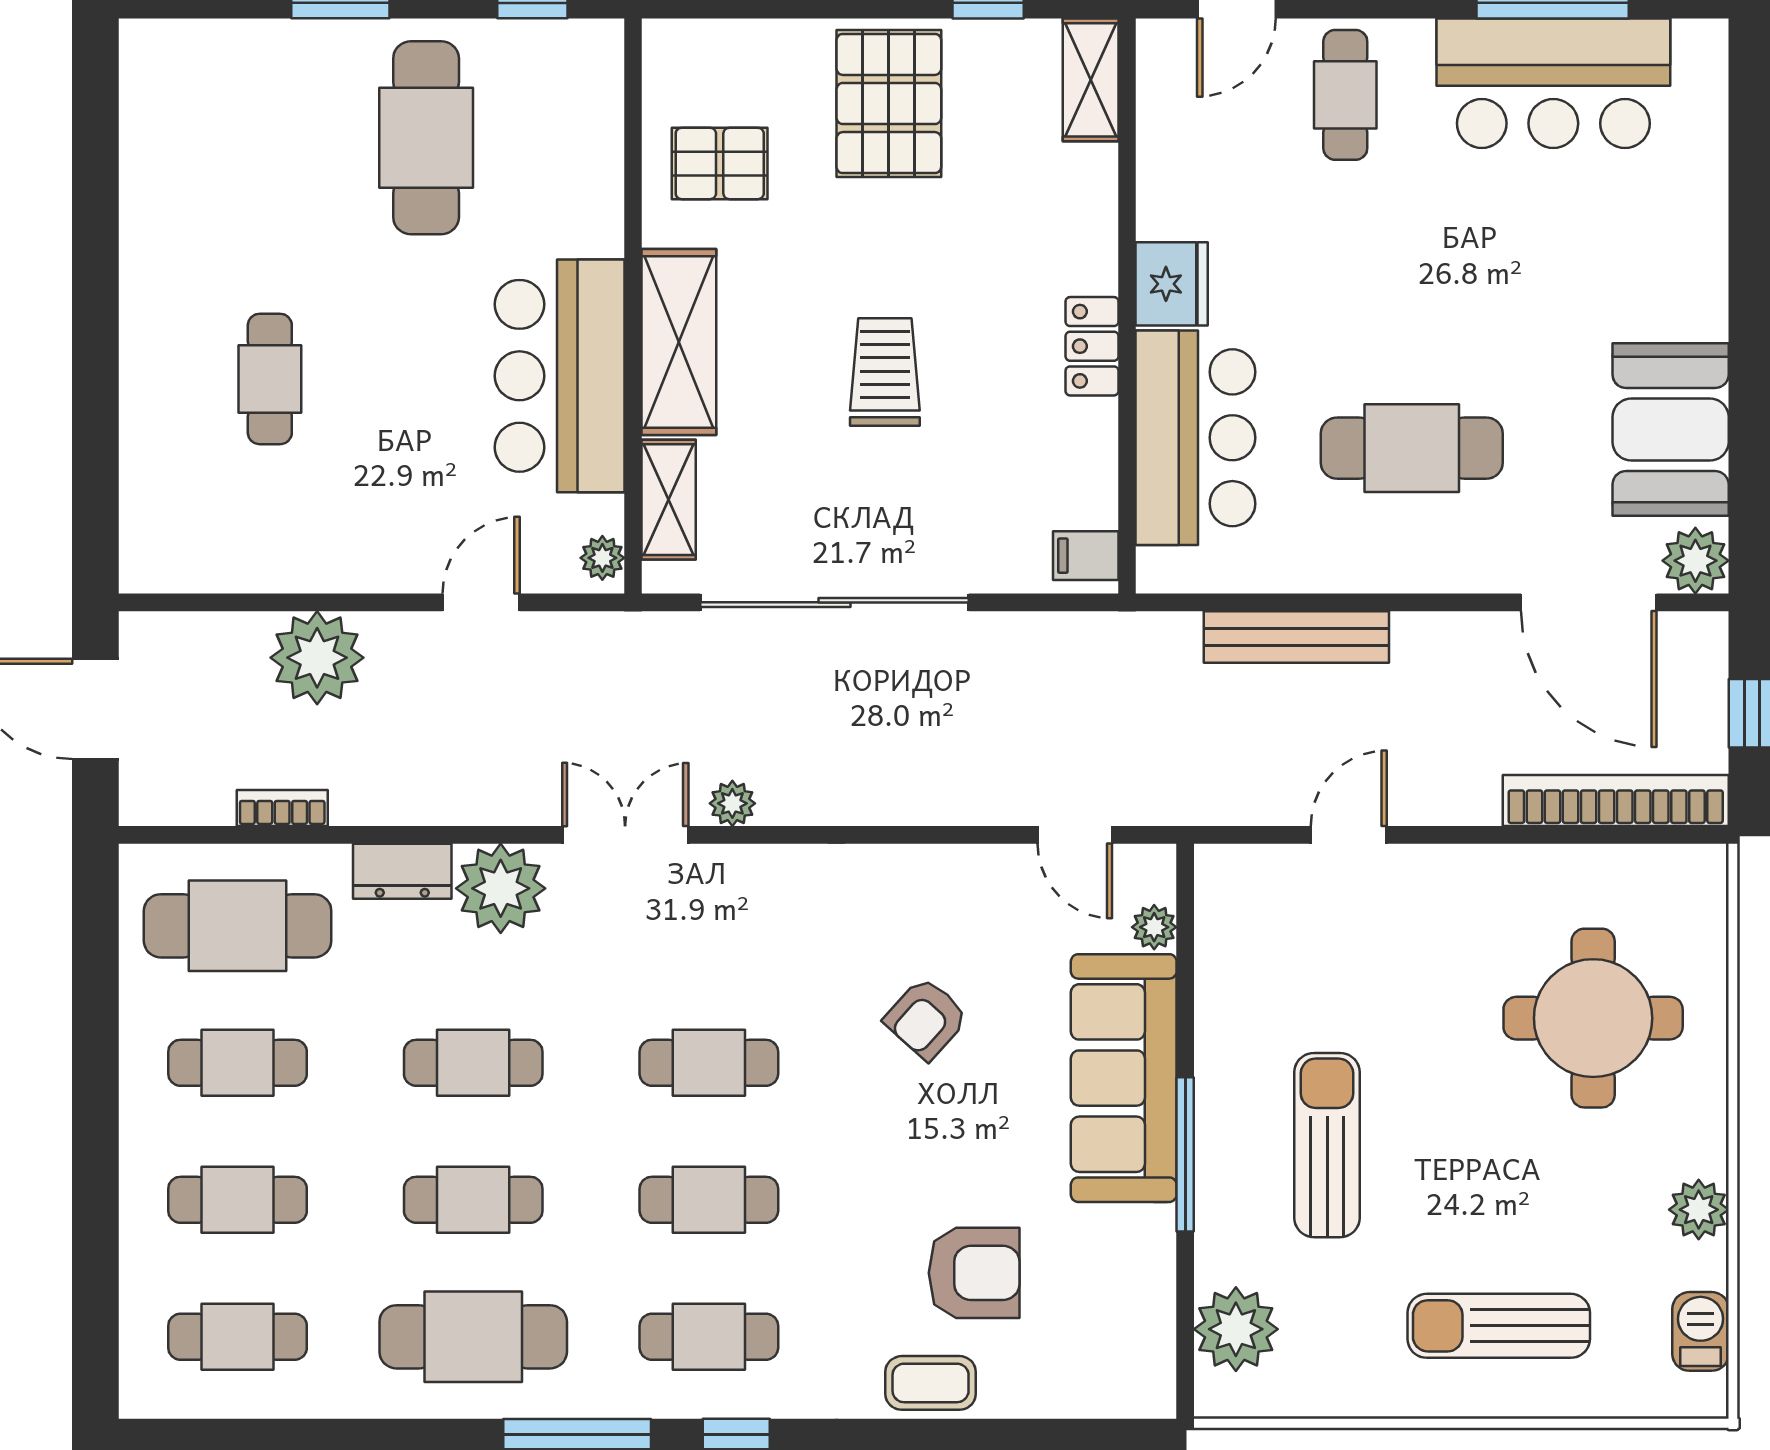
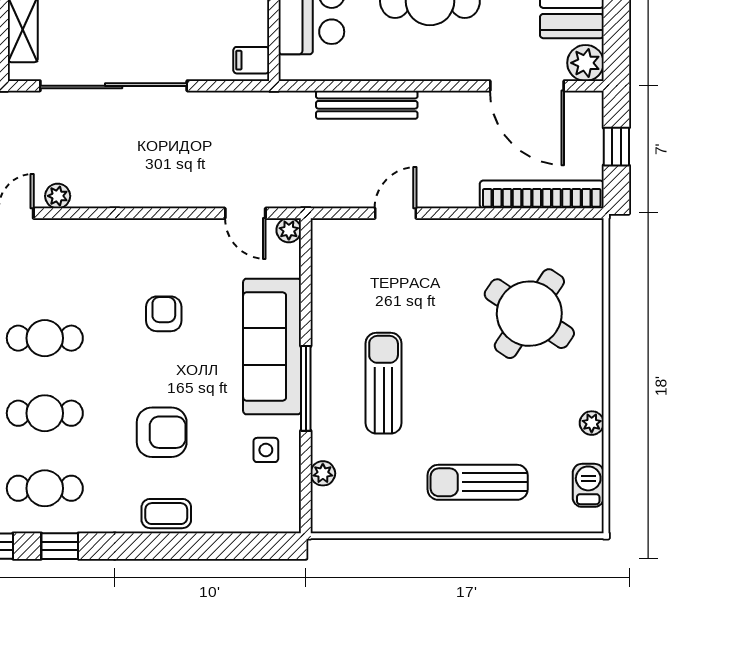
plant: (1154, 927) -> (289, 230), moved
armchair: (926, 1018) -> (164, 314), turned 138
round table: (1593, 1018) -> (529, 314), turned 34
plant: (1699, 1210) -> (592, 423), width x0.73, depth x0.73
side table: (1112, 1267) -> (266, 450), added
armchair: (974, 1273) -> (162, 432), moved
plant: (1236, 1329) -> (323, 473), width x0.53, depth x0.53

